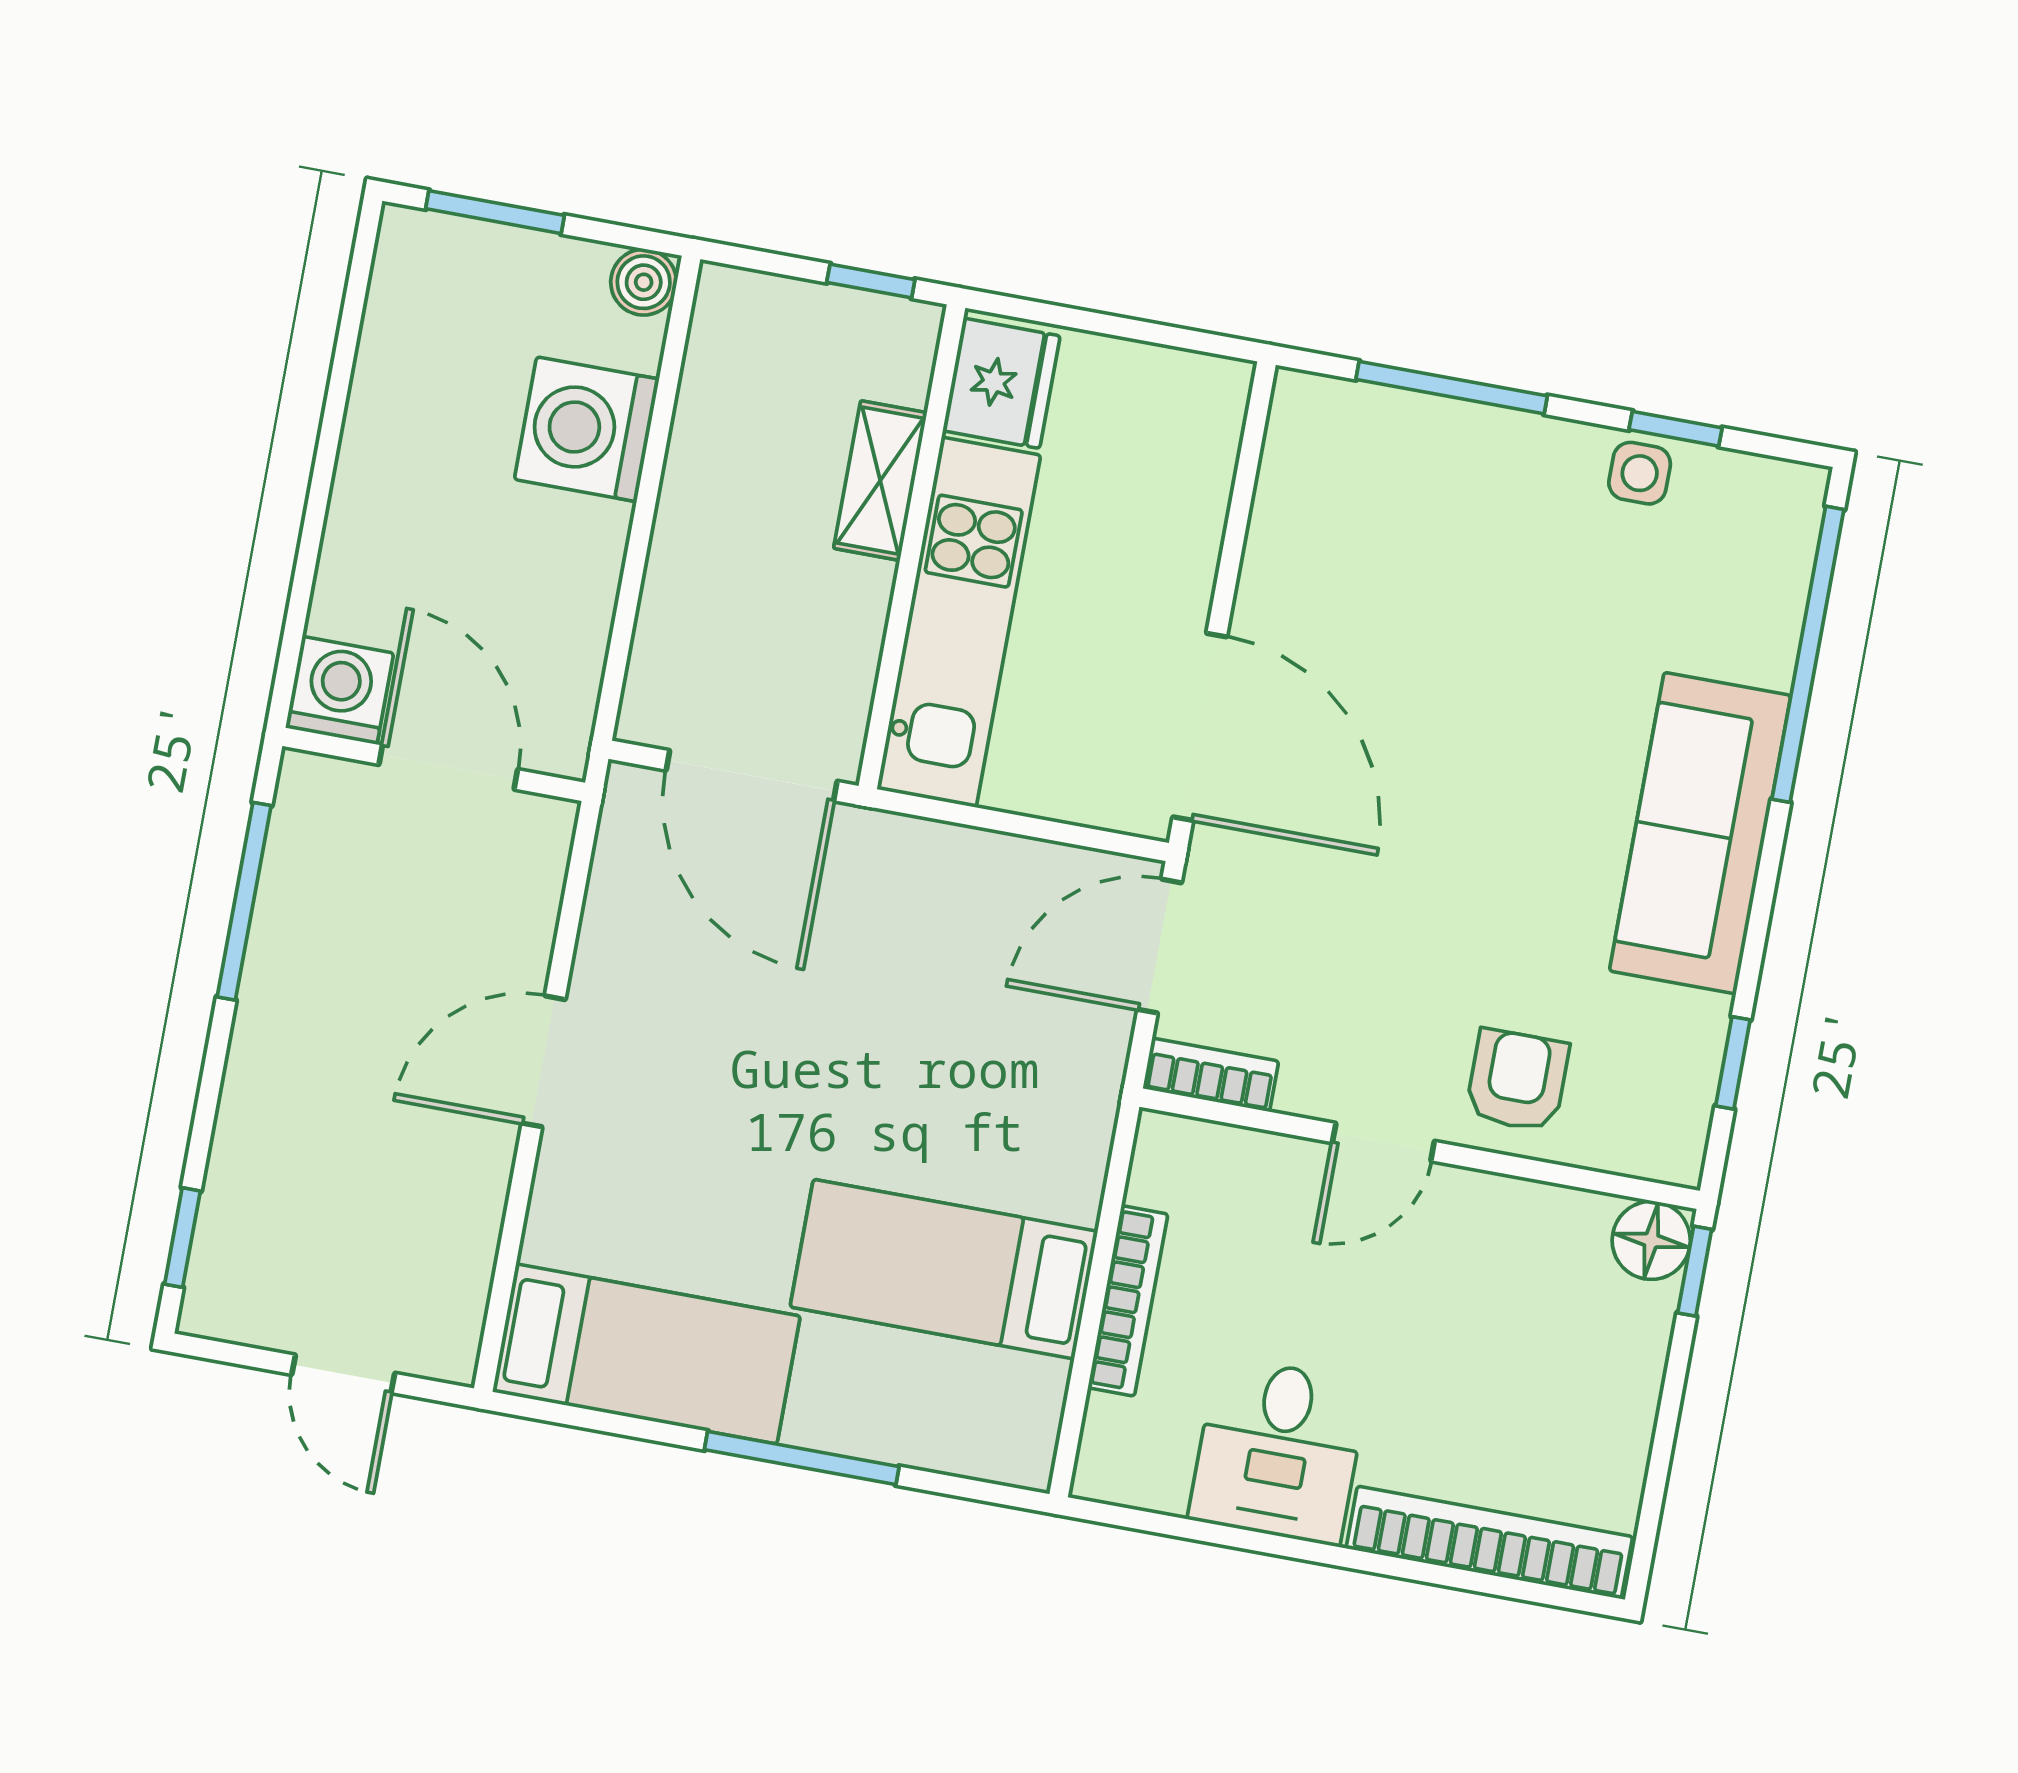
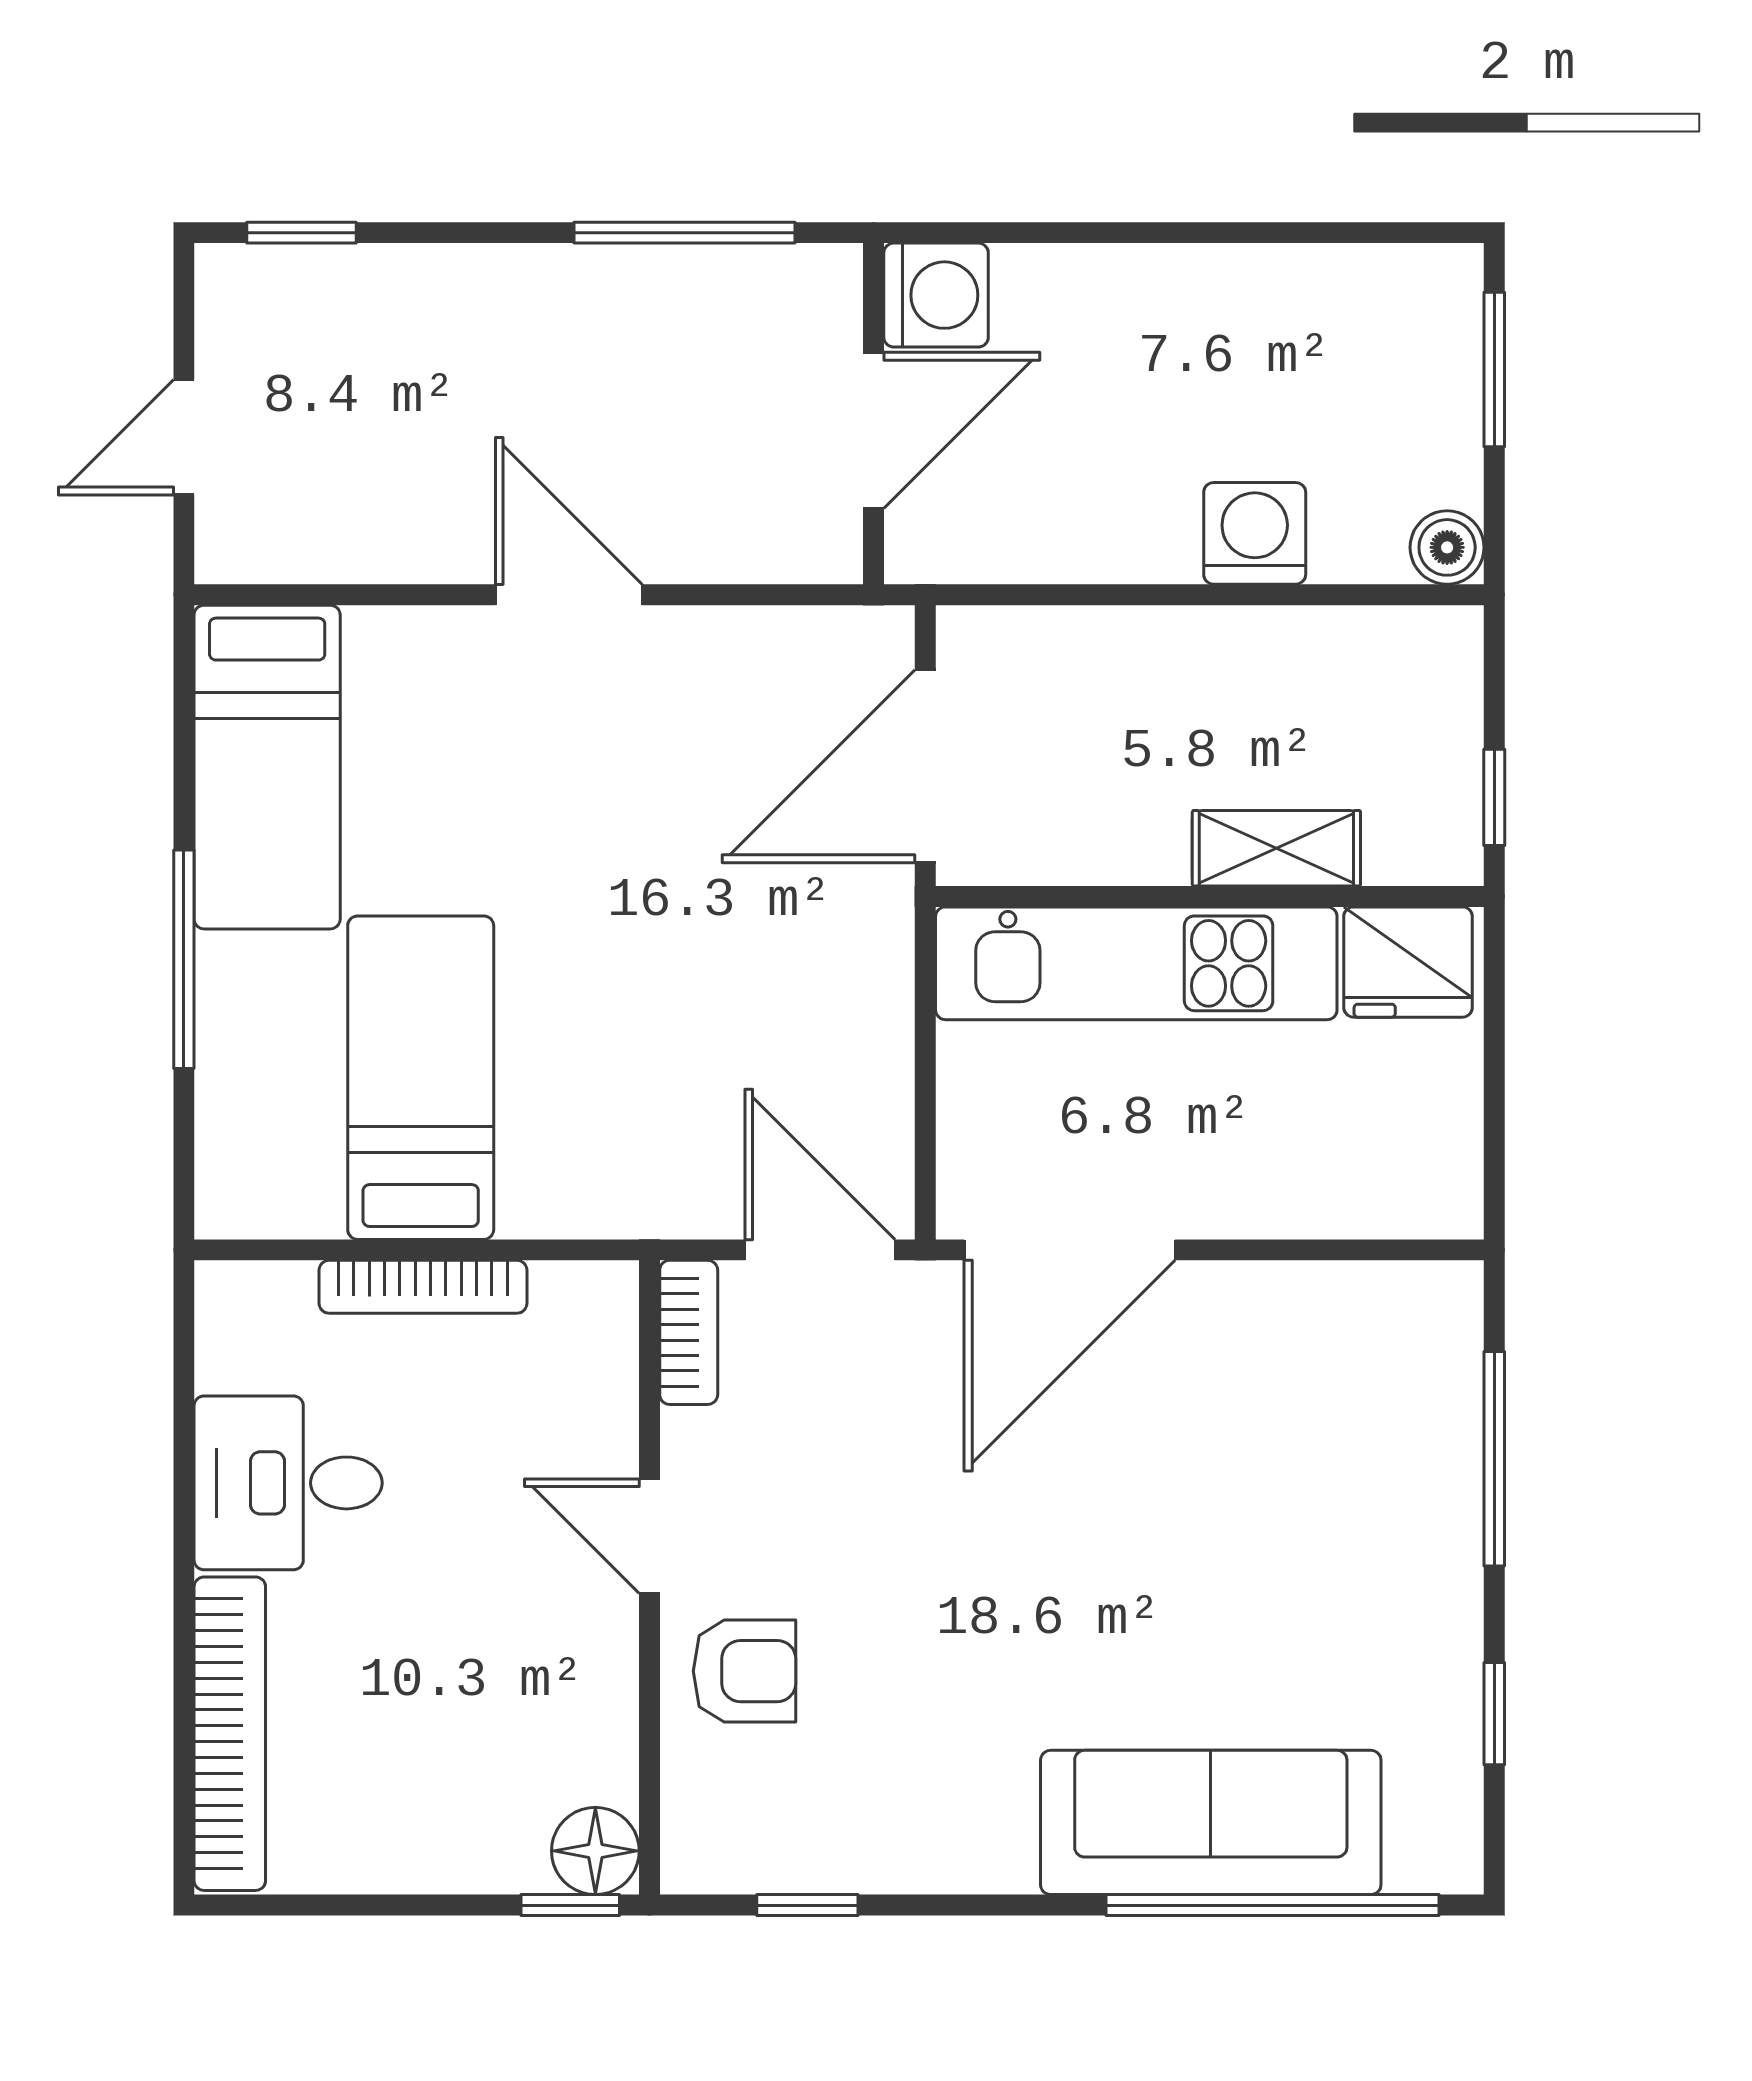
washing machine: (587, 429) -> (1255, 533), width x0.73, depth x0.73
side table: (1640, 473) -> (1438, 1683), removed
sofa: (1700, 833) -> (1211, 1822), moved

